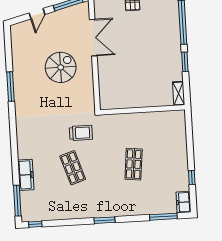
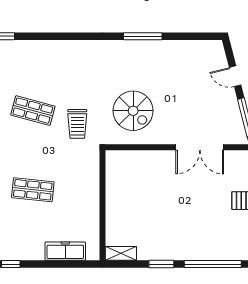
spiral stairs: (61, 67) -> (133, 111), moved
shop shelf: (73, 168) -> (33, 111), turned 33
freezer: (26, 175) -> (65, 251), moved, turned 180

